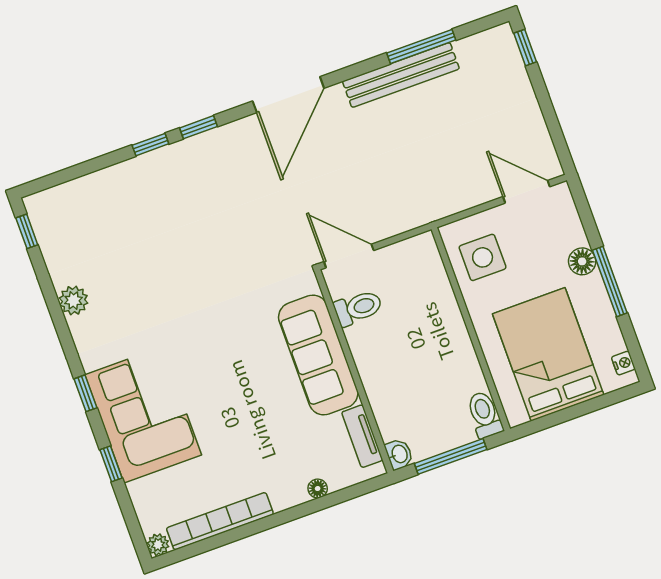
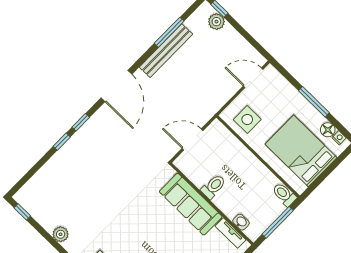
plant: (510, 67) -> (216, 22), added
door: (349, 256) -> (192, 140), moved
floor lamp: (582, 261) -> (328, 130), moved
toilet: (358, 308) -> (213, 187), moved
washbasin: (399, 454) -> (241, 222), moved

